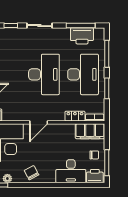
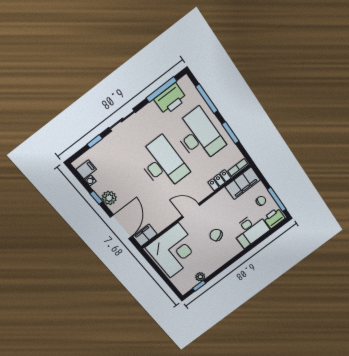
door: (39, 122) -> (191, 211), swing flipped
chair: (31, 173) -> (216, 235), moved

